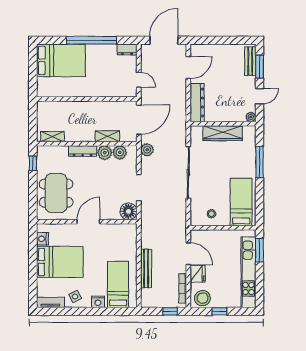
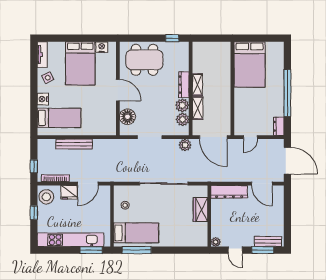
bed: (61, 60) -> (250, 64), moved
wardrobe: (223, 133) -> (200, 210), width x0.67
shelving: (52, 137) -> (197, 85), moved
window: (259, 162) -> (137, 250), moved
floor lamp: (128, 211) -> (127, 117), moved

